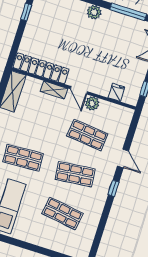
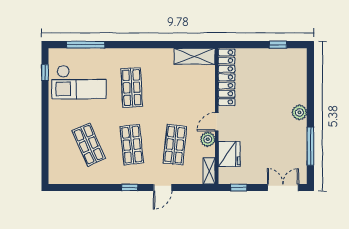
shelving: (54, 90) -> (209, 171), moved
fridge: (116, 92) -> (229, 154), width x1.88, depth x1.34
shop shelf: (63, 213) -> (89, 145), turned -33

